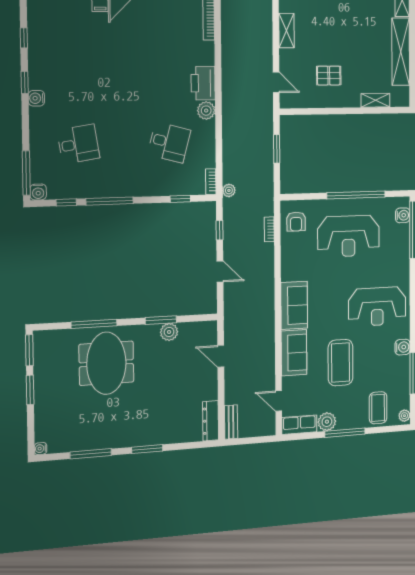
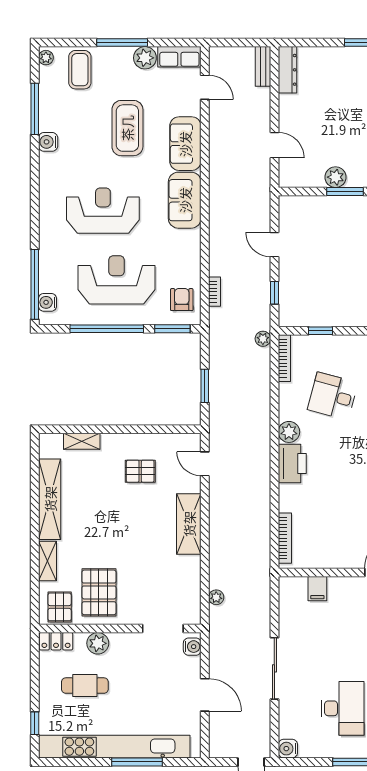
shelving: (286, 31) -> (189, 524), width x1.50, depth x1.33
bookcase: (211, 182) -> (284, 358), width x1.56
window: (303, 197) -> (172, 329), added
reception desk: (377, 307) -> (103, 211), moved

